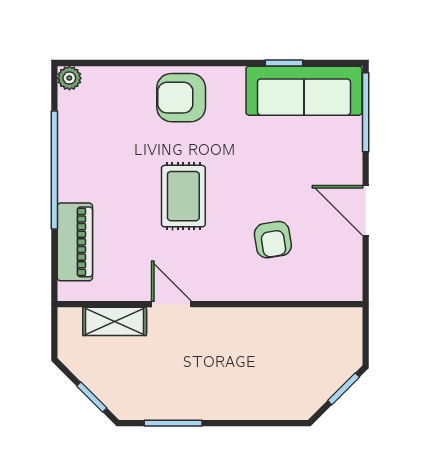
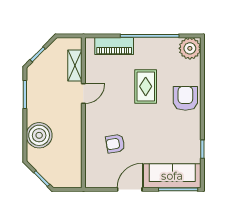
plant: (69, 78) -> (190, 48), width x1.88, depth x1.88
sofa: (304, 91) -> (172, 176), moved, turned 90
rug: (183, 196) -> (146, 86), moved, turned 90
boiler: (256, 394) -> (39, 135), added

